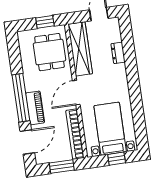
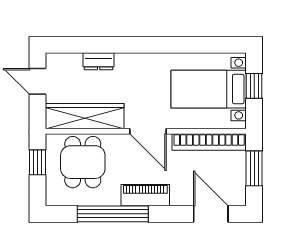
dining table: (49, 52) -> (83, 162), turned 90
window: (21, 98) -> (113, 214), moved
piano: (35, 108) -> (145, 195), moved

